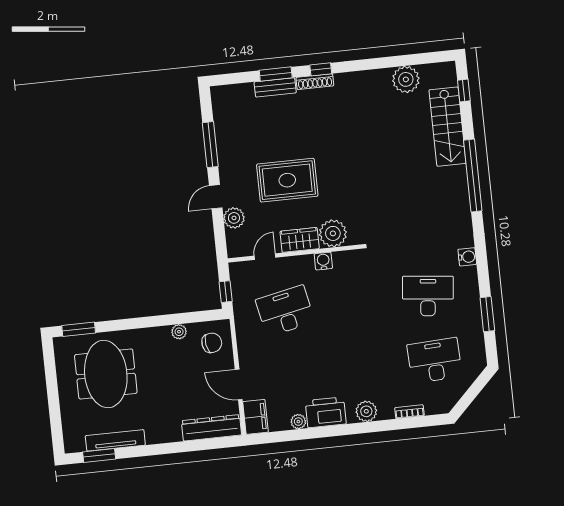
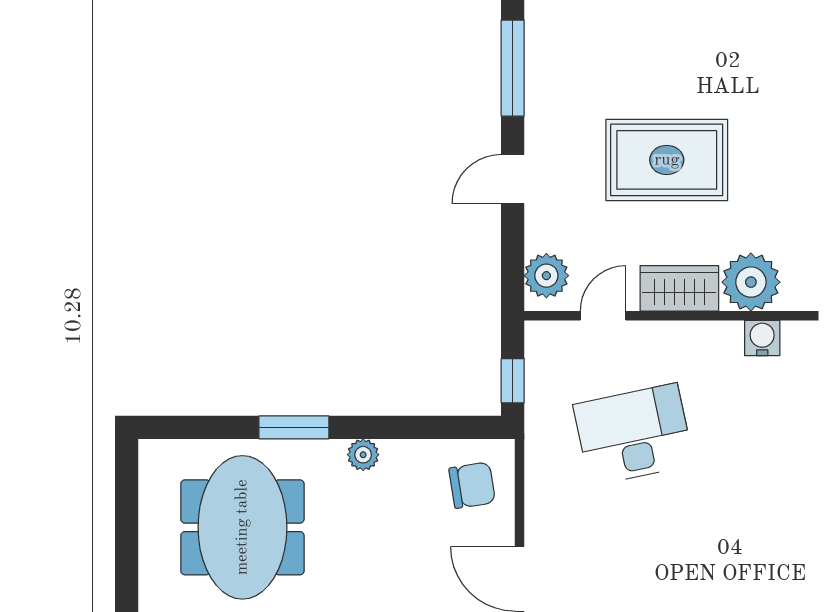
plant: (234, 218) -> (546, 276), moved
water cooler: (323, 261) -> (762, 338), moved
window: (79, 329) -> (294, 427), moved
plant: (179, 332) -> (363, 455), moved

